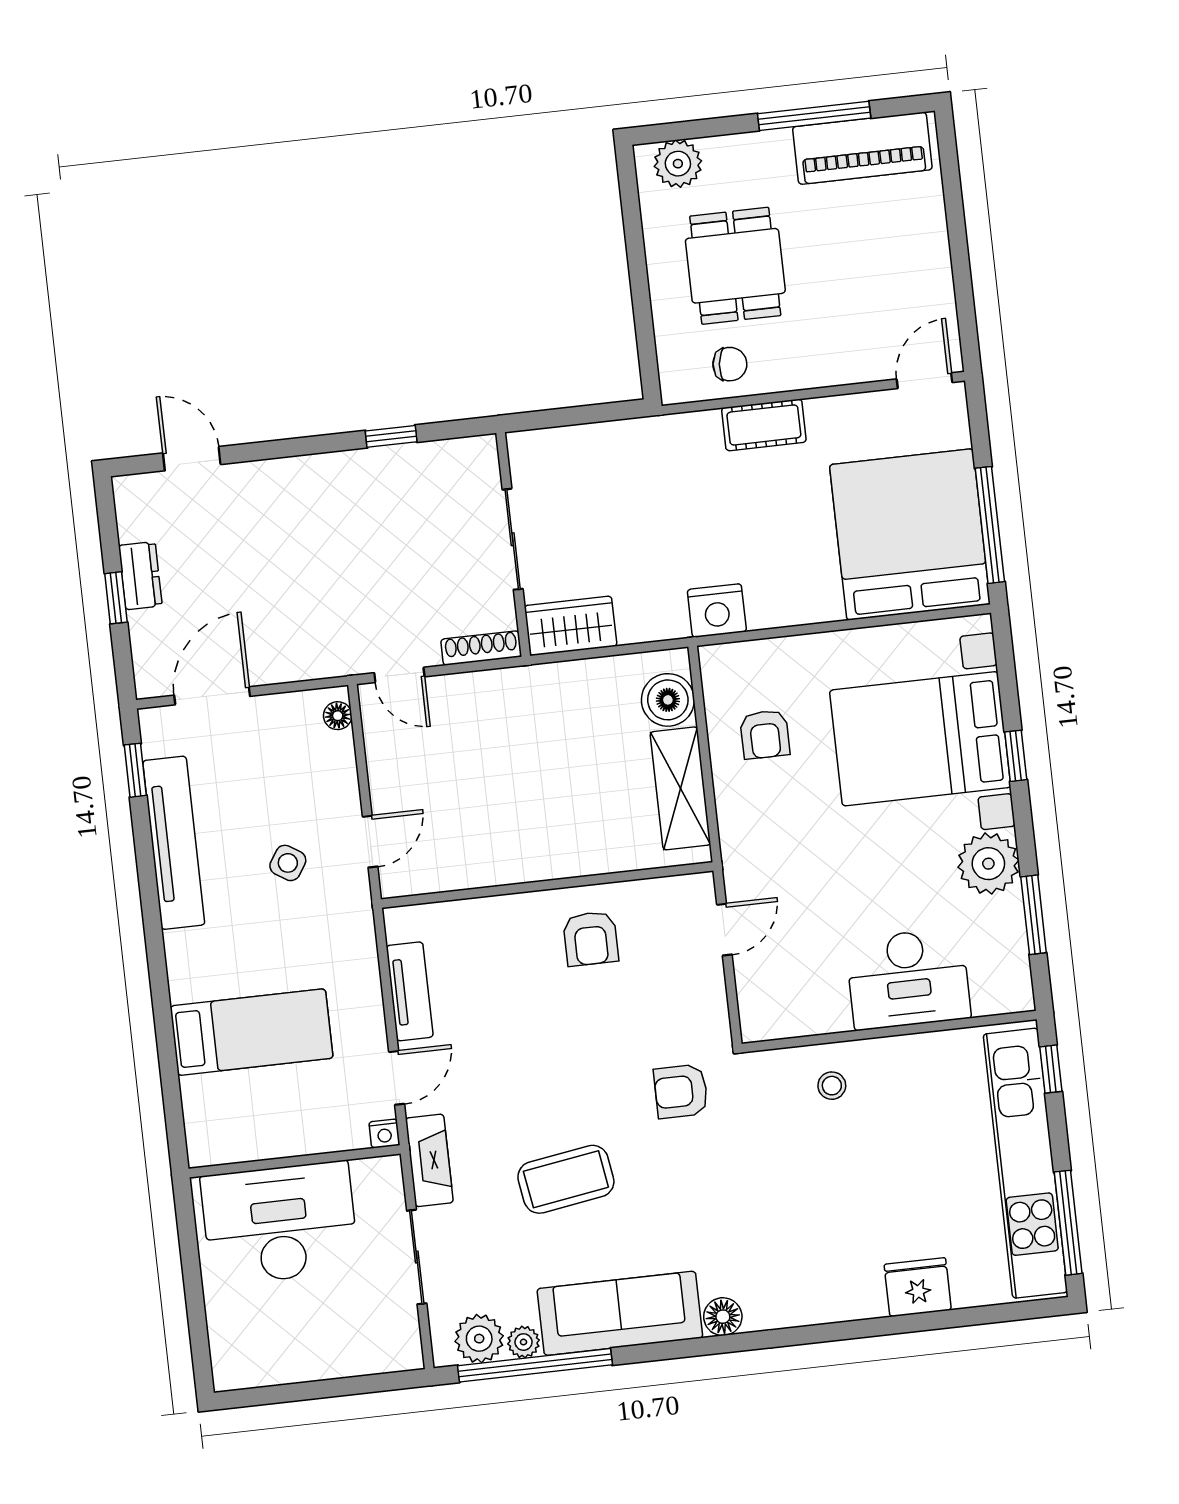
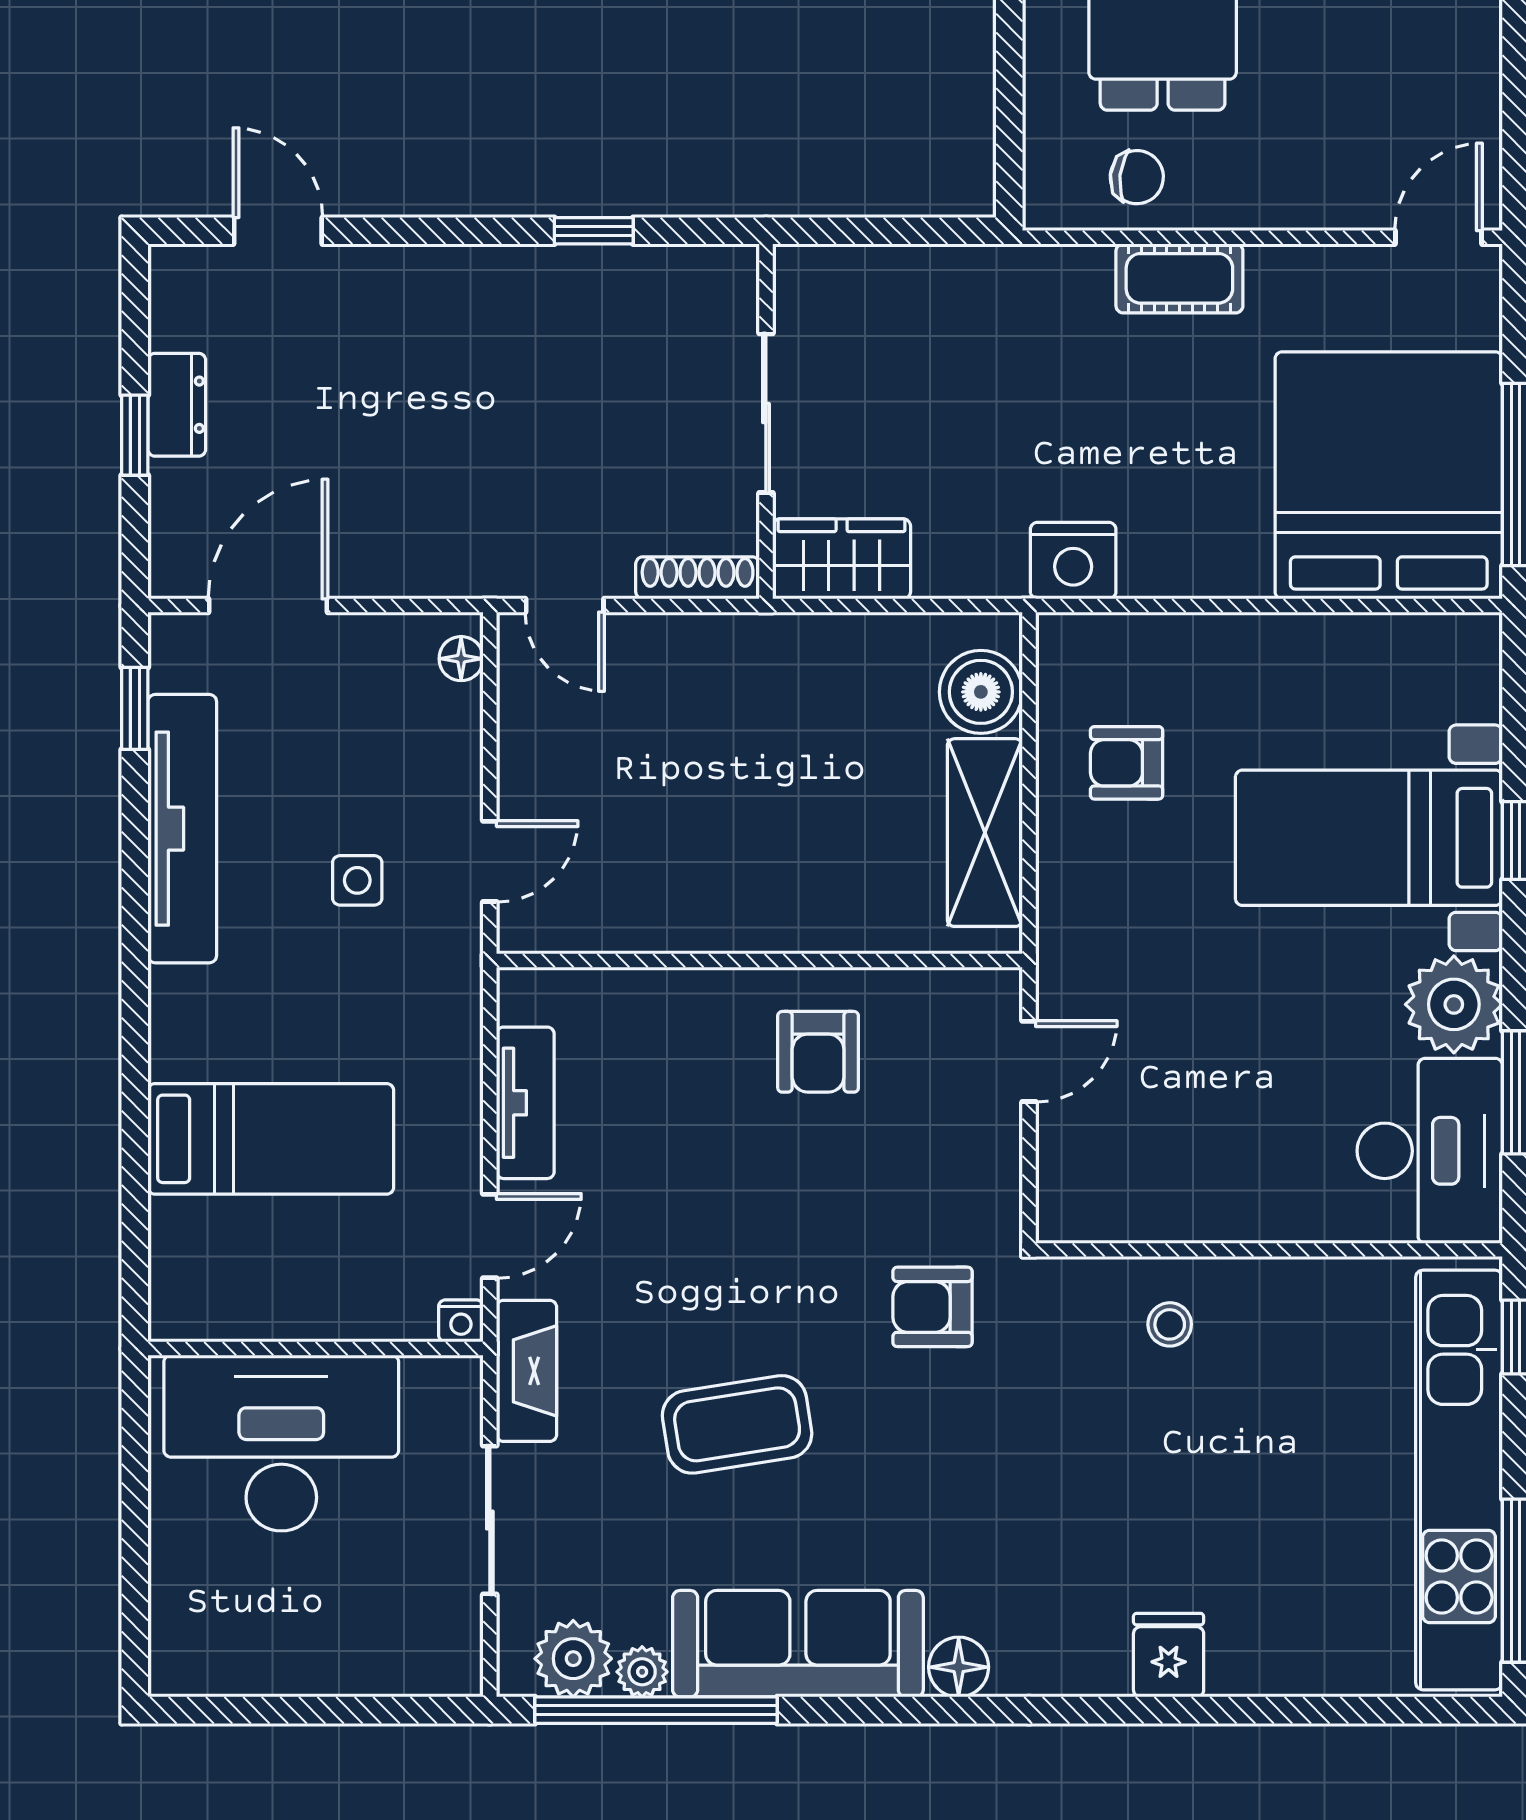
armchair: (765, 734) -> (1127, 763), turned 90
bed with nightstands: (920, 739) -> (1369, 838), width x0.73
side table: (288, 863) -> (357, 880), turned -33
desk: (908, 979) -> (1430, 1151), moved, turned -90
fridge: (918, 1287) -> (1169, 1655), moved, width x0.72

